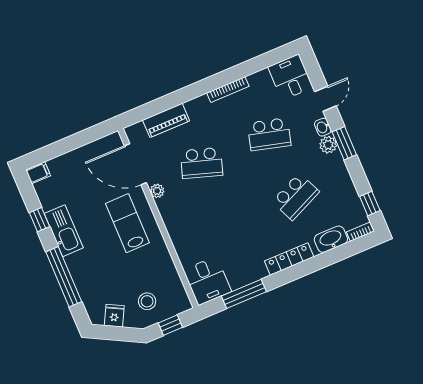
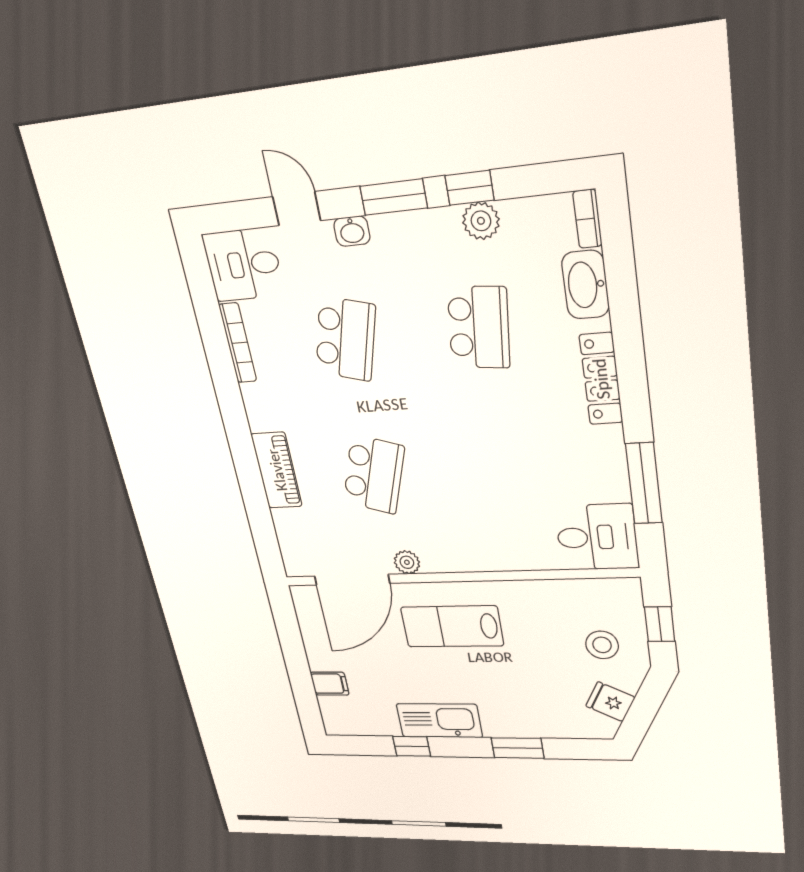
bookcase: (228, 90) -> (238, 343), moved
piano: (166, 120) -> (277, 470), moved
plant: (328, 145) -> (481, 221), moved
filing cabinet: (38, 173) -> (330, 684), moved, turned 90
school desk: (296, 197) -> (479, 327), turned 30
window: (370, 203) -> (469, 188), moved
window: (64, 277) -> (517, 748), width x0.47

